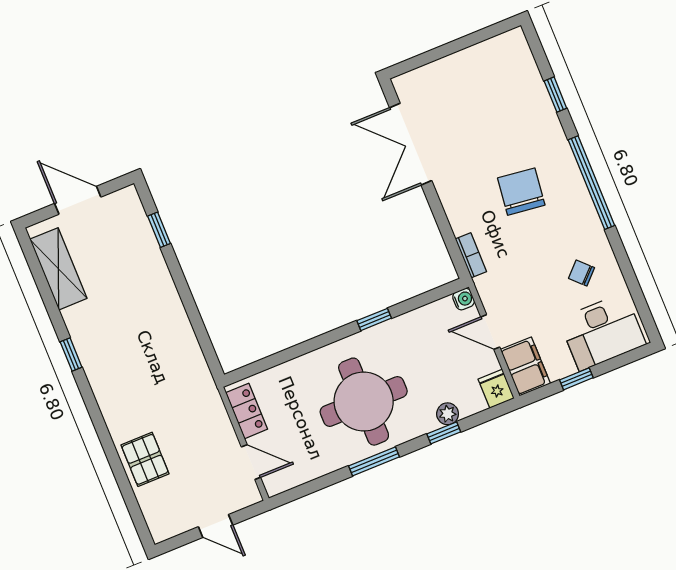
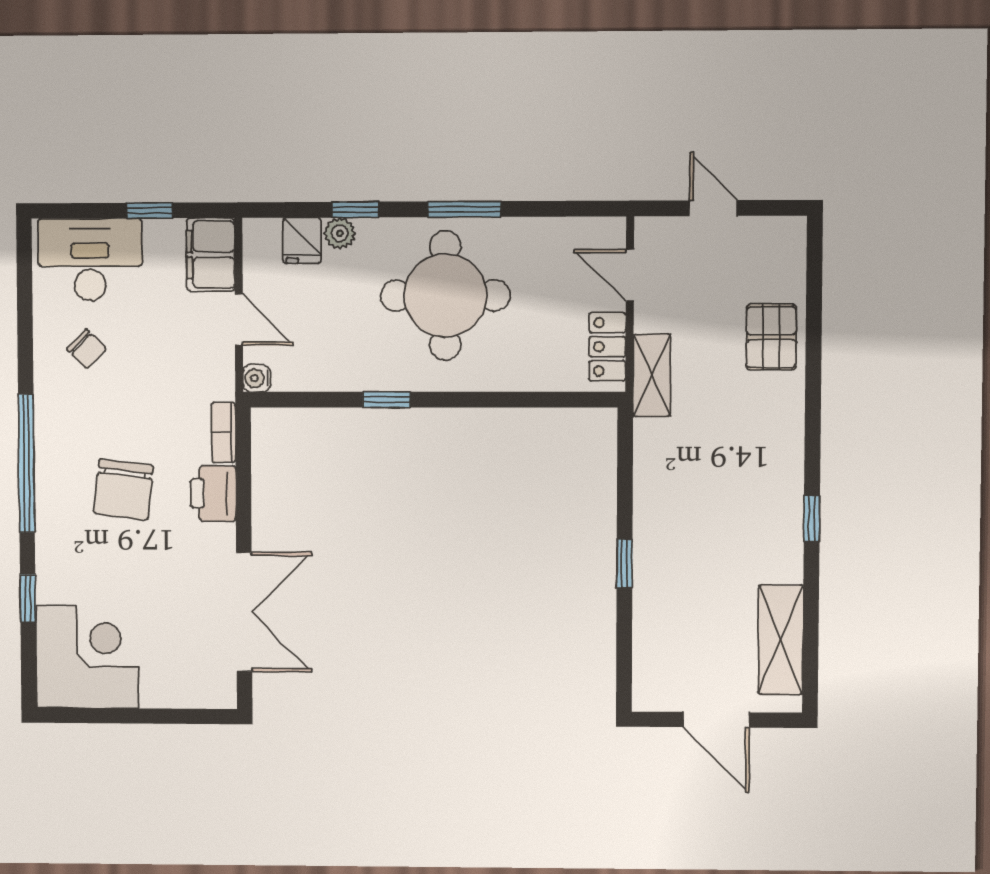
corner desk: (501, 72) -> (87, 657), added
printer: (462, 213) -> (213, 493), added
window: (159, 230) -> (625, 563), moved
fridge: (496, 389) -> (302, 240), moved
shelving: (211, 404) -> (652, 375), added

